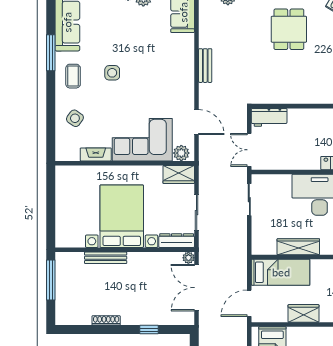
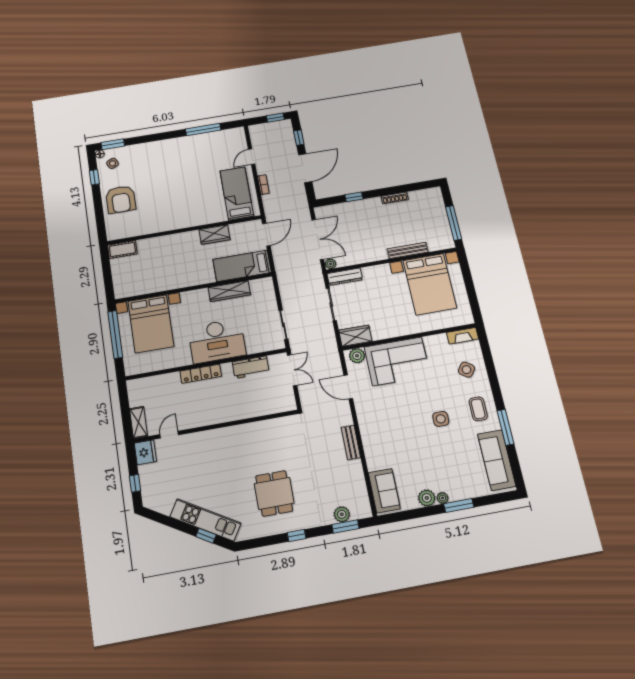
workbench: (269, 117) -> (251, 367), moved, turned 180
fireplace: (96, 154) -> (463, 336), moved
bed with nightstands: (122, 216) -> (430, 284), moved

